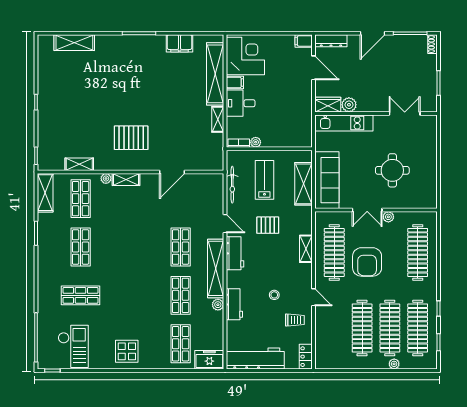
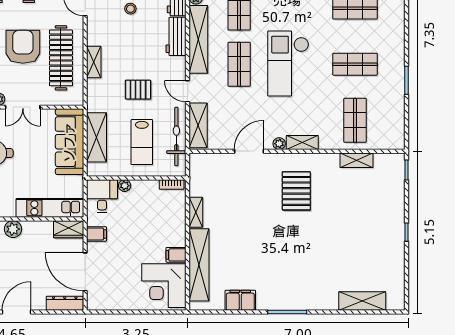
filing cabinet: (304, 41) -> (96, 234), moved
door: (313, 68) -> (85, 272), width x1.36
desk: (241, 103) -> (102, 196), moved, turned -90
plant: (349, 105) -> (13, 229), moved
pallet: (131, 138) -> (296, 191), turned 90
plant: (256, 142) -> (125, 186), moved
plant: (106, 179) -> (279, 144), moved
bicycle: (232, 185) -> (176, 136), width x1.37, depth x1.40
shelving: (45, 193) -> (198, 125), moved
double door: (367, 210) -> (23, 107), swing flipped
shop shelf: (81, 247) -> (355, 64), turned 90
checkout: (138, 248) -> (288, 63), added
workbench: (235, 253) -> (176, 36), moved

